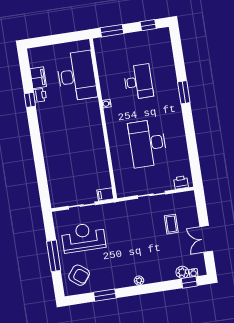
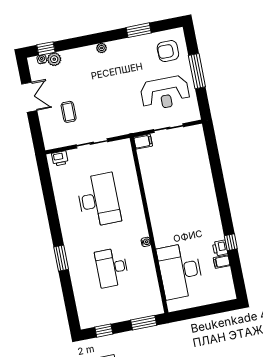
filing cabinet: (38, 78) -> (222, 262), width x0.50
armchair: (79, 275) -> (168, 51), turned -38

